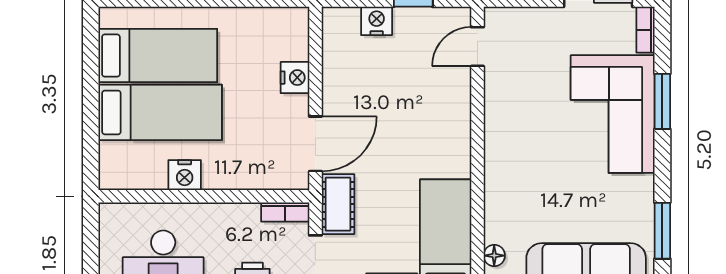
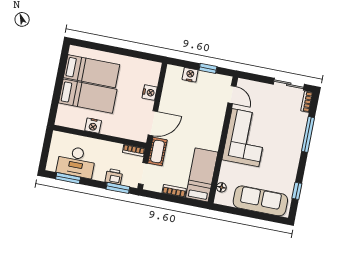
door: (477, 47) -> (232, 95), swing flipped
window: (662, 101) -> (308, 134), width x1.44
corner sofa: (613, 114) -> (245, 138), moved, turned 180
window: (662, 231) -> (297, 191), width x0.67

